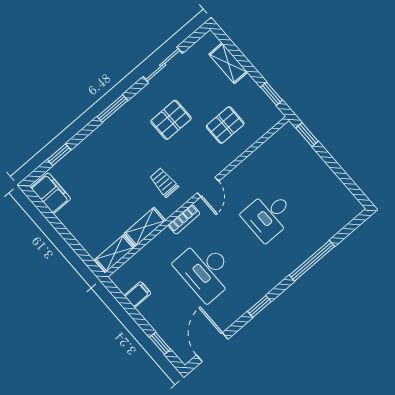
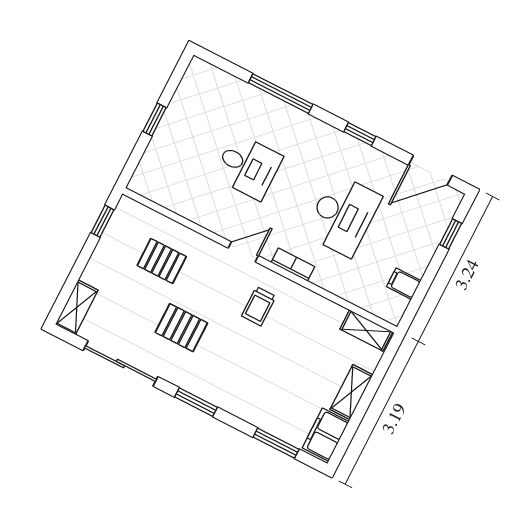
shelving: (228, 63) -> (77, 307), moved
sliding door: (163, 65) -> (121, 364), width x1.37
window: (307, 135) -> (155, 119), moved
window: (59, 155) -> (276, 443), width x1.50
shelving: (145, 227) -> (351, 392), moved, turned 90

